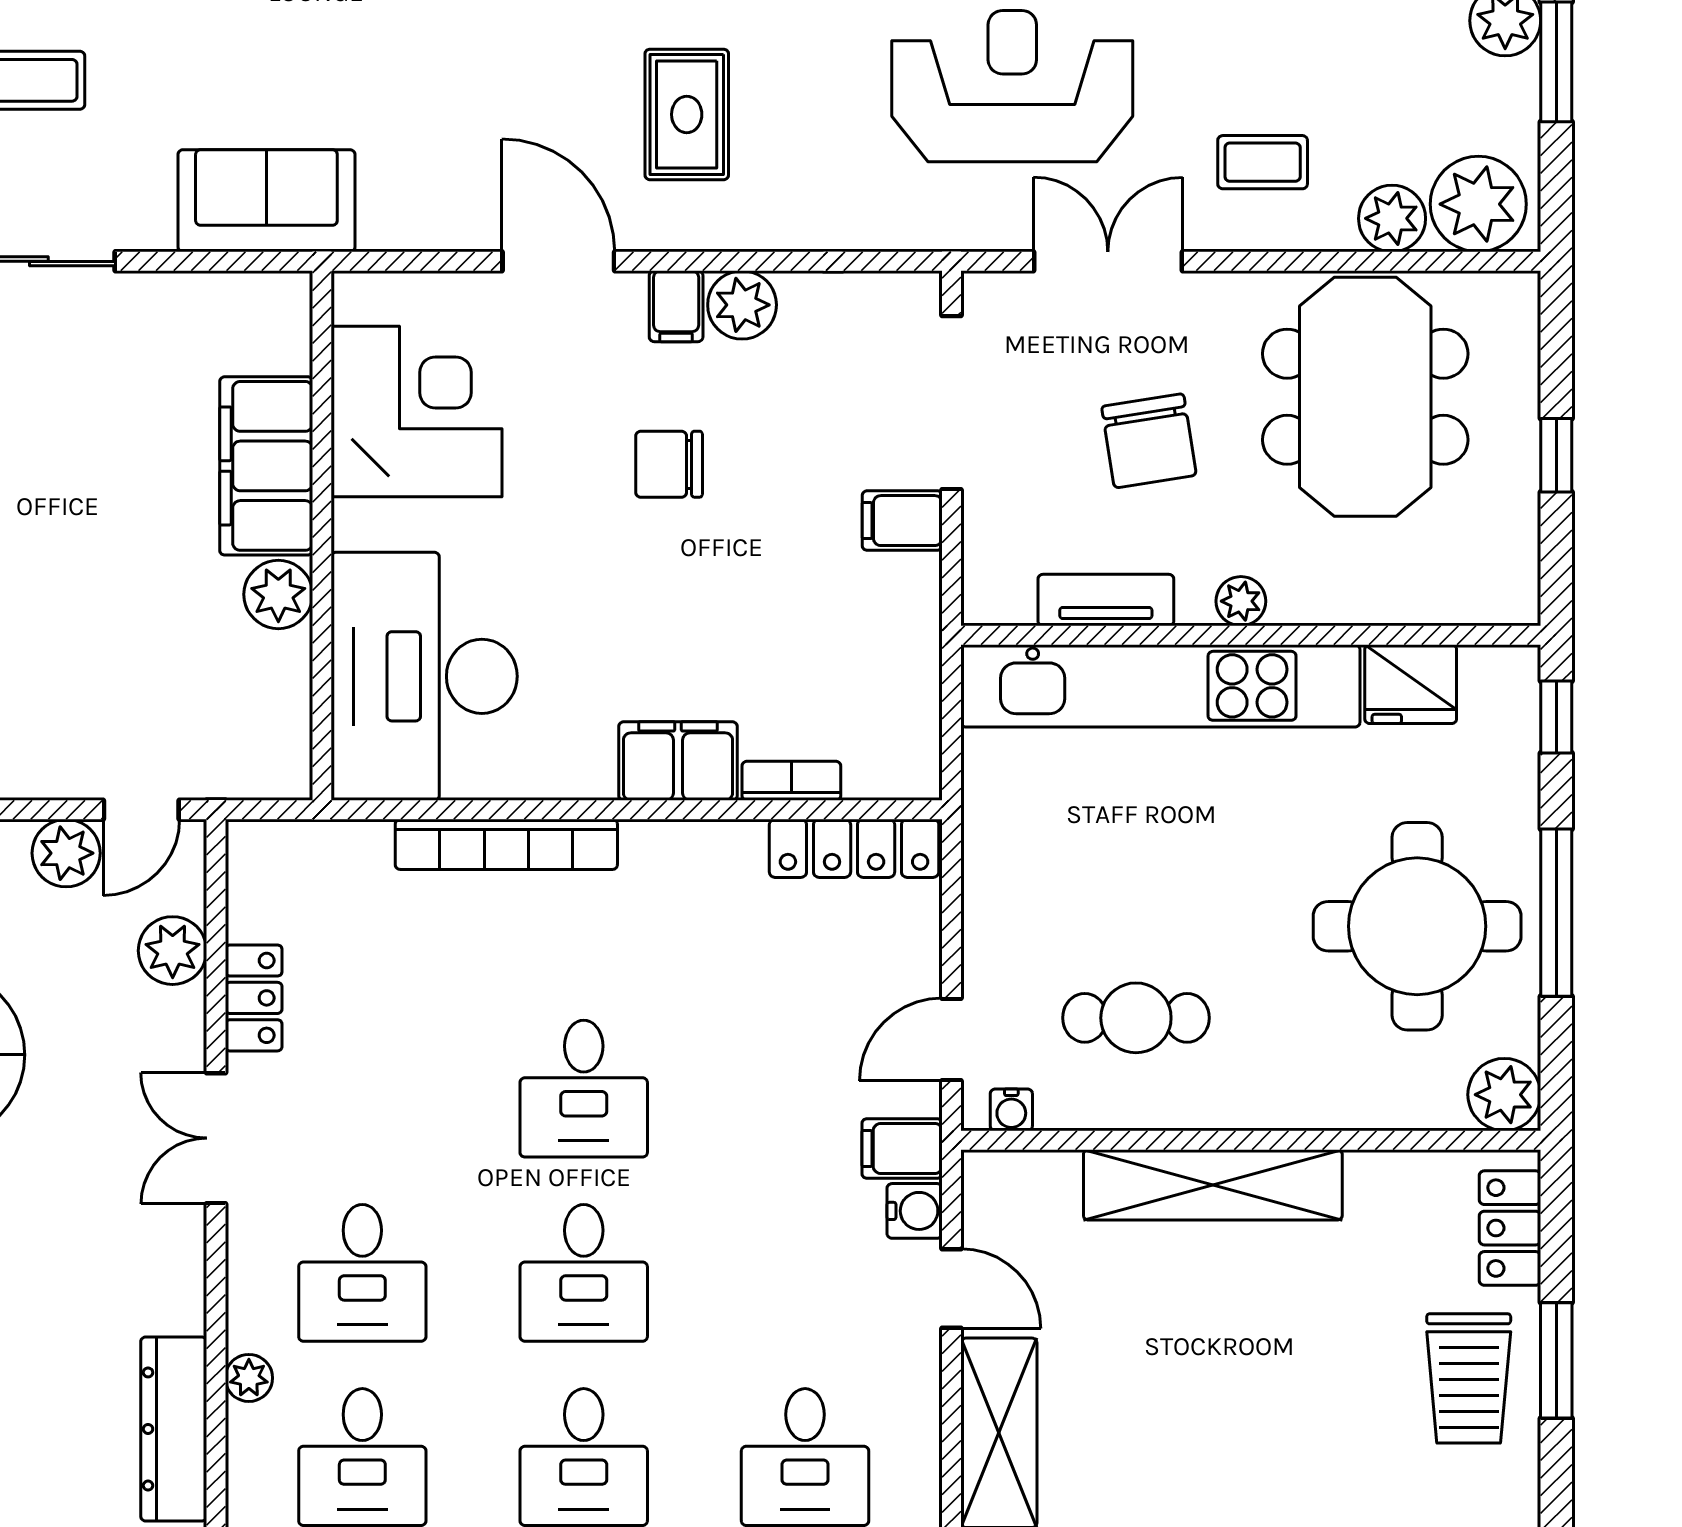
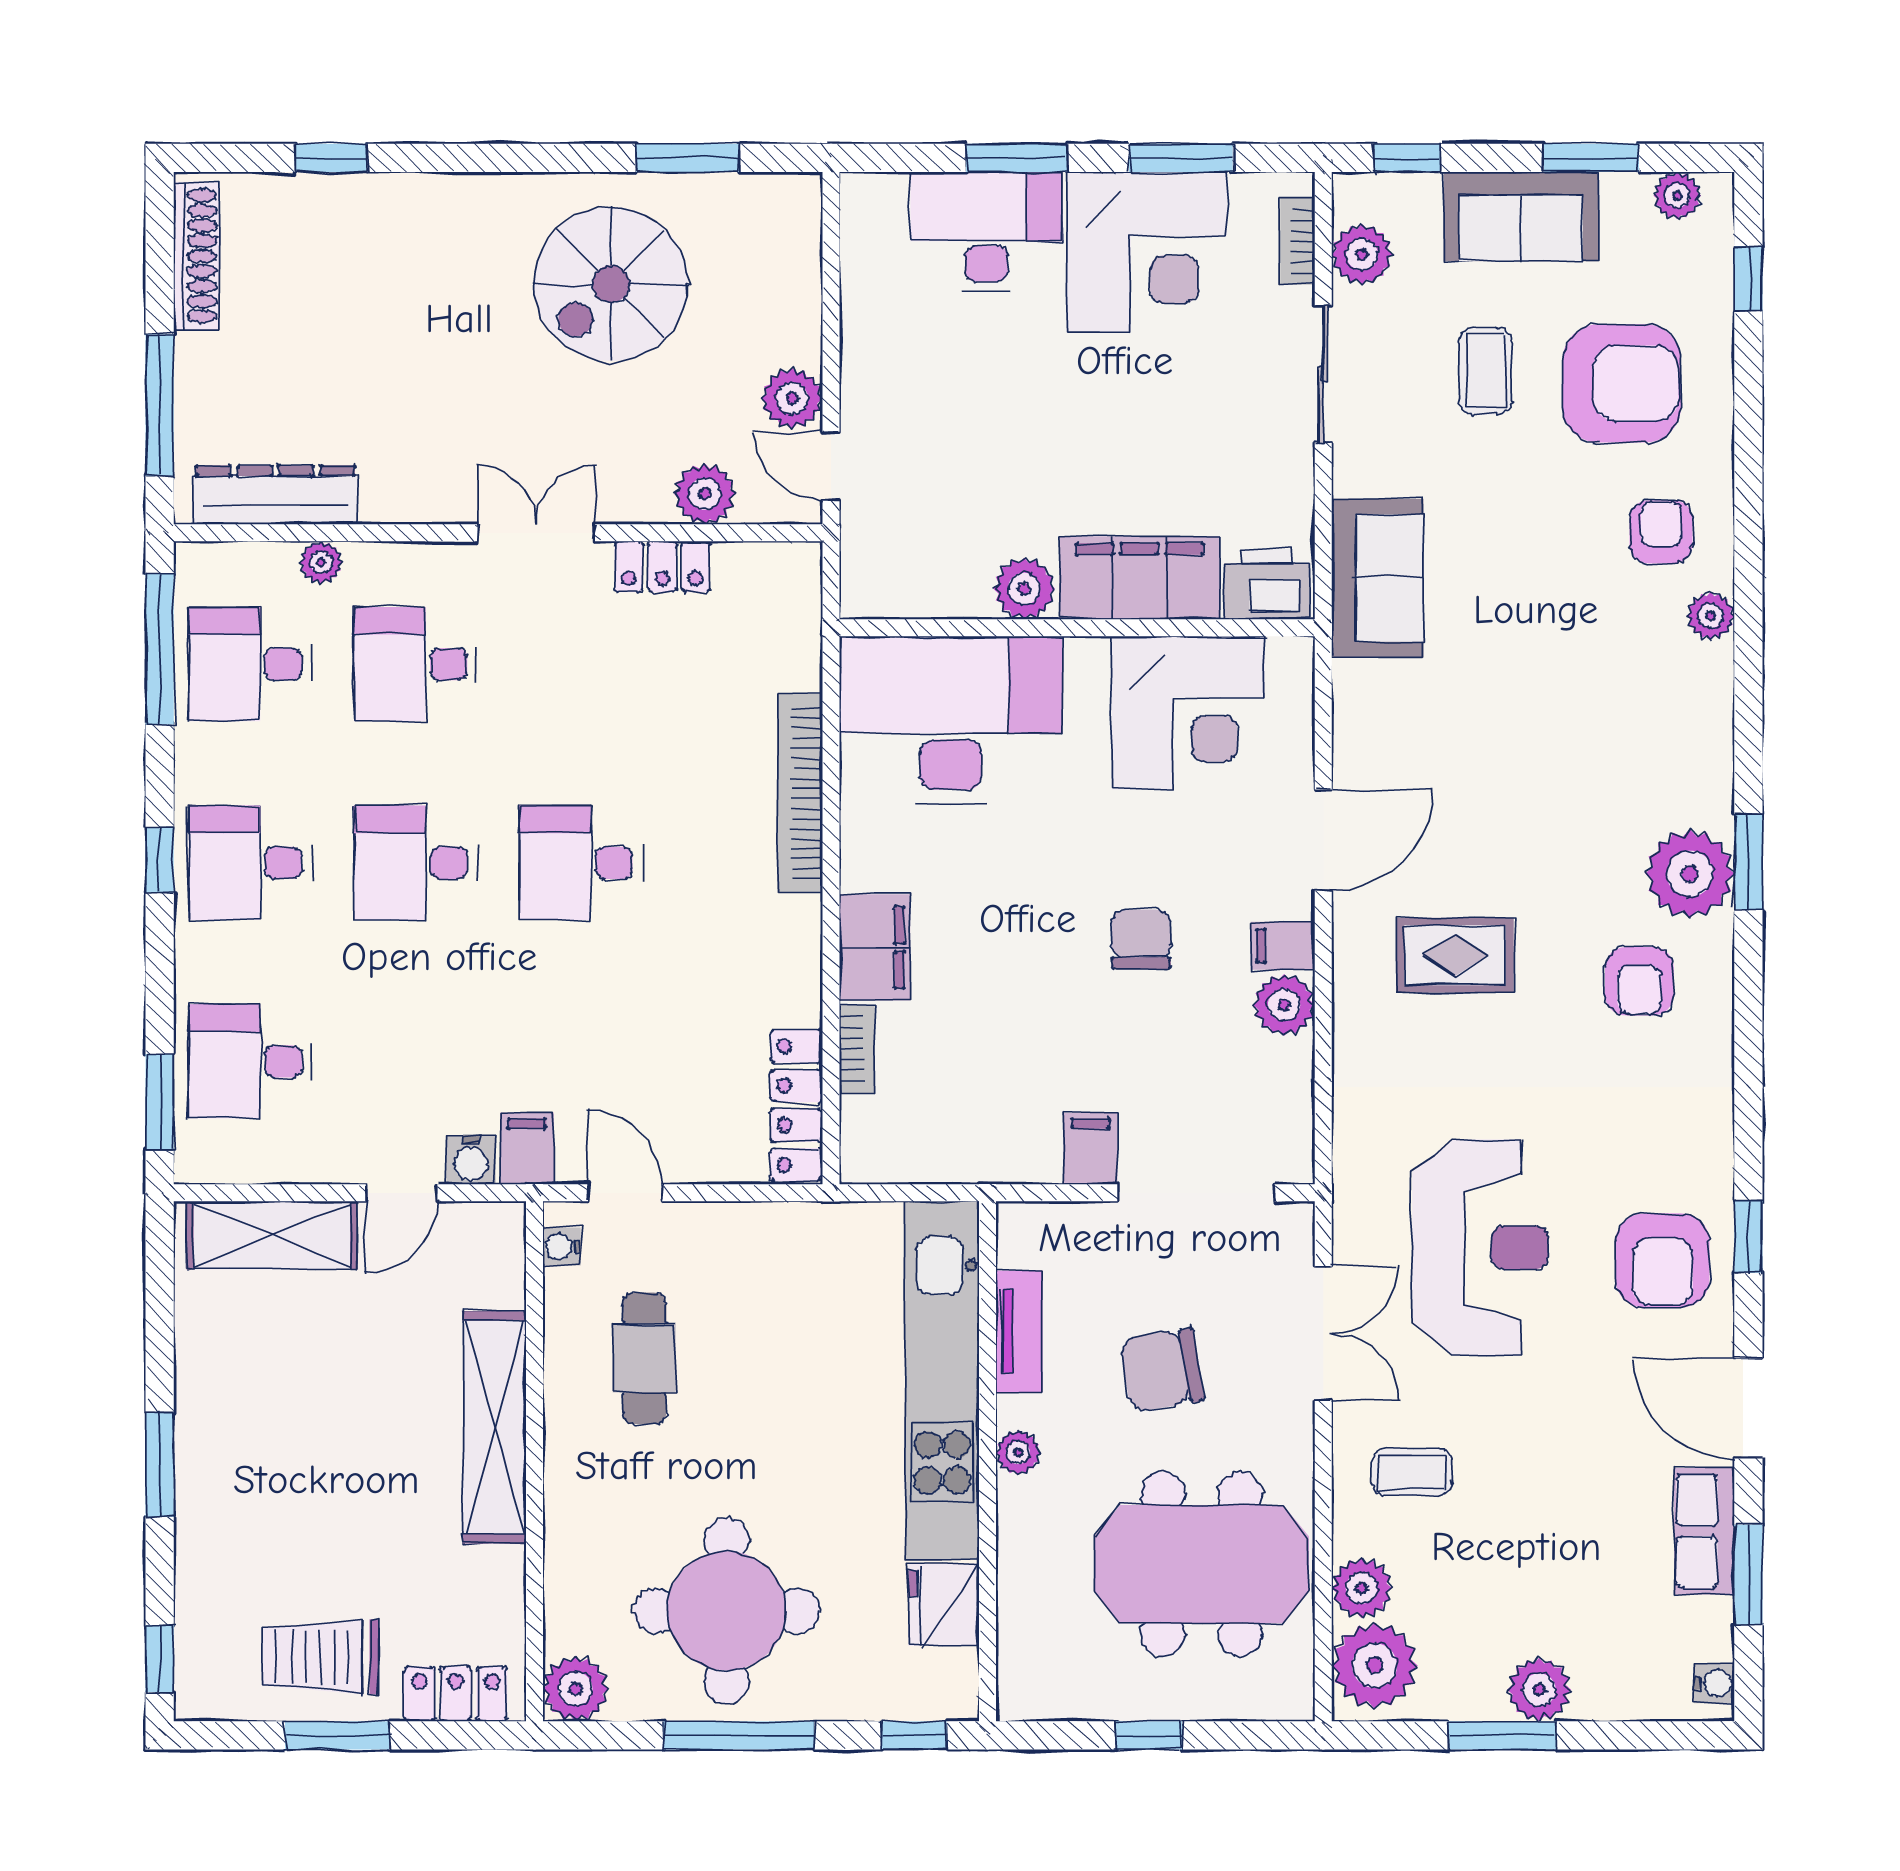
coffee table: (1263, 162) -> (1412, 1472), turned 90
printer: (273, 324) -> (1267, 584), added

